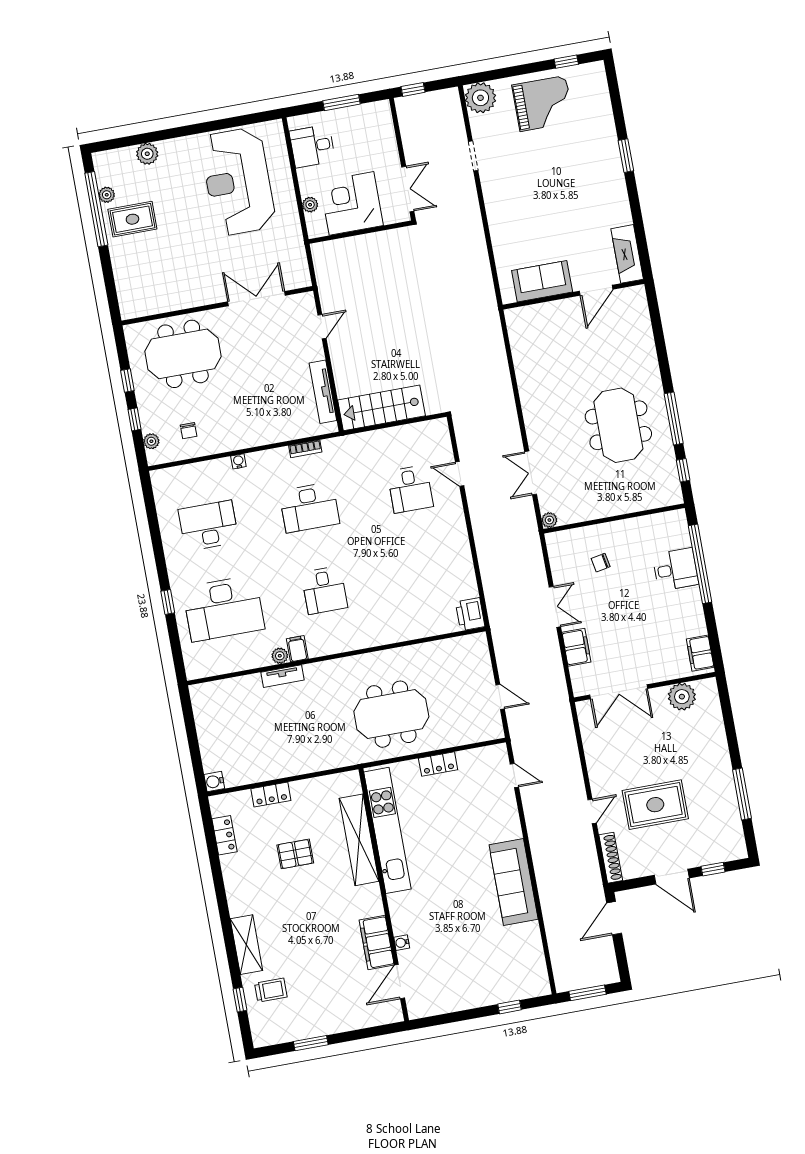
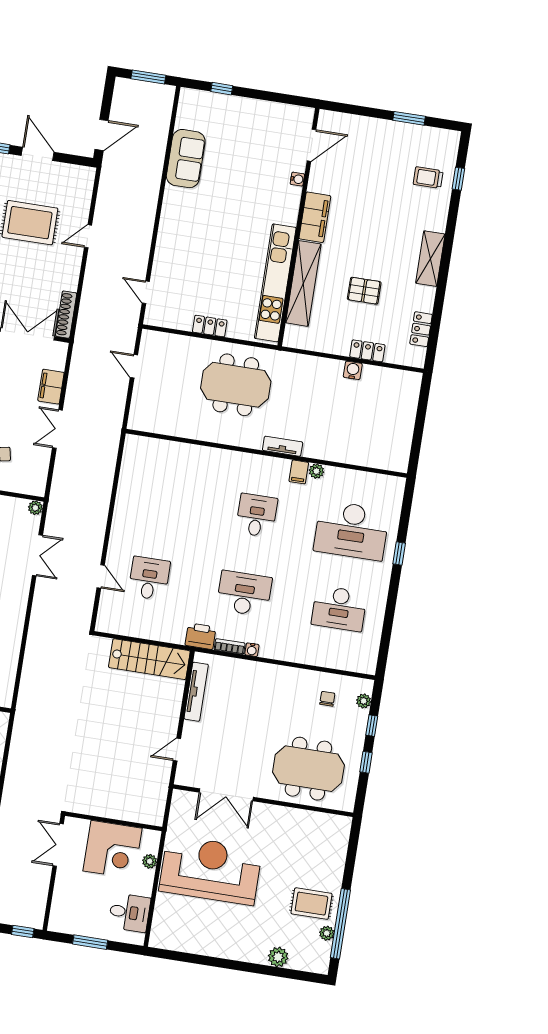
reception desk: (238, 182) -> (211, 870), moved, turned -90
water cooler: (238, 461) -> (252, 650), moved
desk: (224, 608) -> (352, 530), turned 180
printer: (470, 614) -> (201, 636), moved, turned -90
tv unit: (283, 676) -> (283, 446), moved
water cooler: (214, 782) -> (353, 370), moved, turned -90
shoe rack: (611, 858) -> (66, 315), moved
sofa: (514, 882) -> (186, 159), moved, width x0.73
filing cabinet: (377, 943) -> (315, 217), moved
shelving: (246, 945) -> (430, 259), moved

